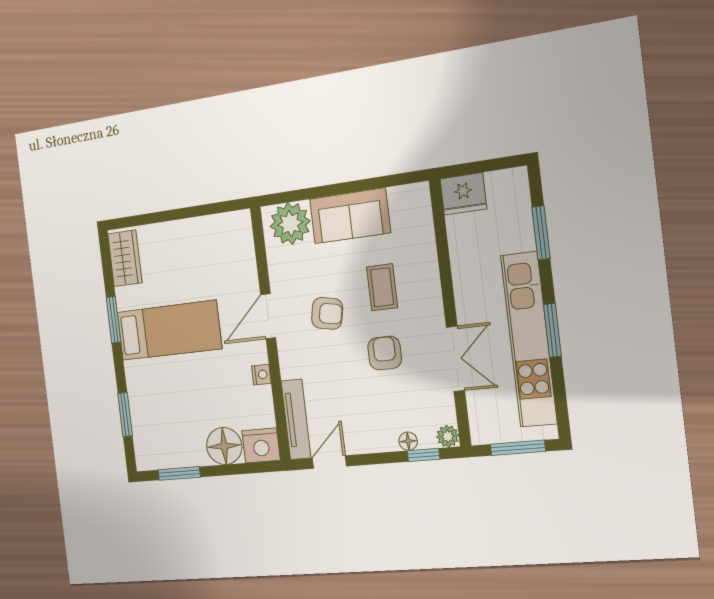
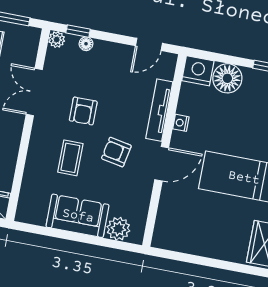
plant: (290, 224) -> (118, 229), width x0.73, depth x0.73
tv unit: (296, 419) -> (159, 110), moved

